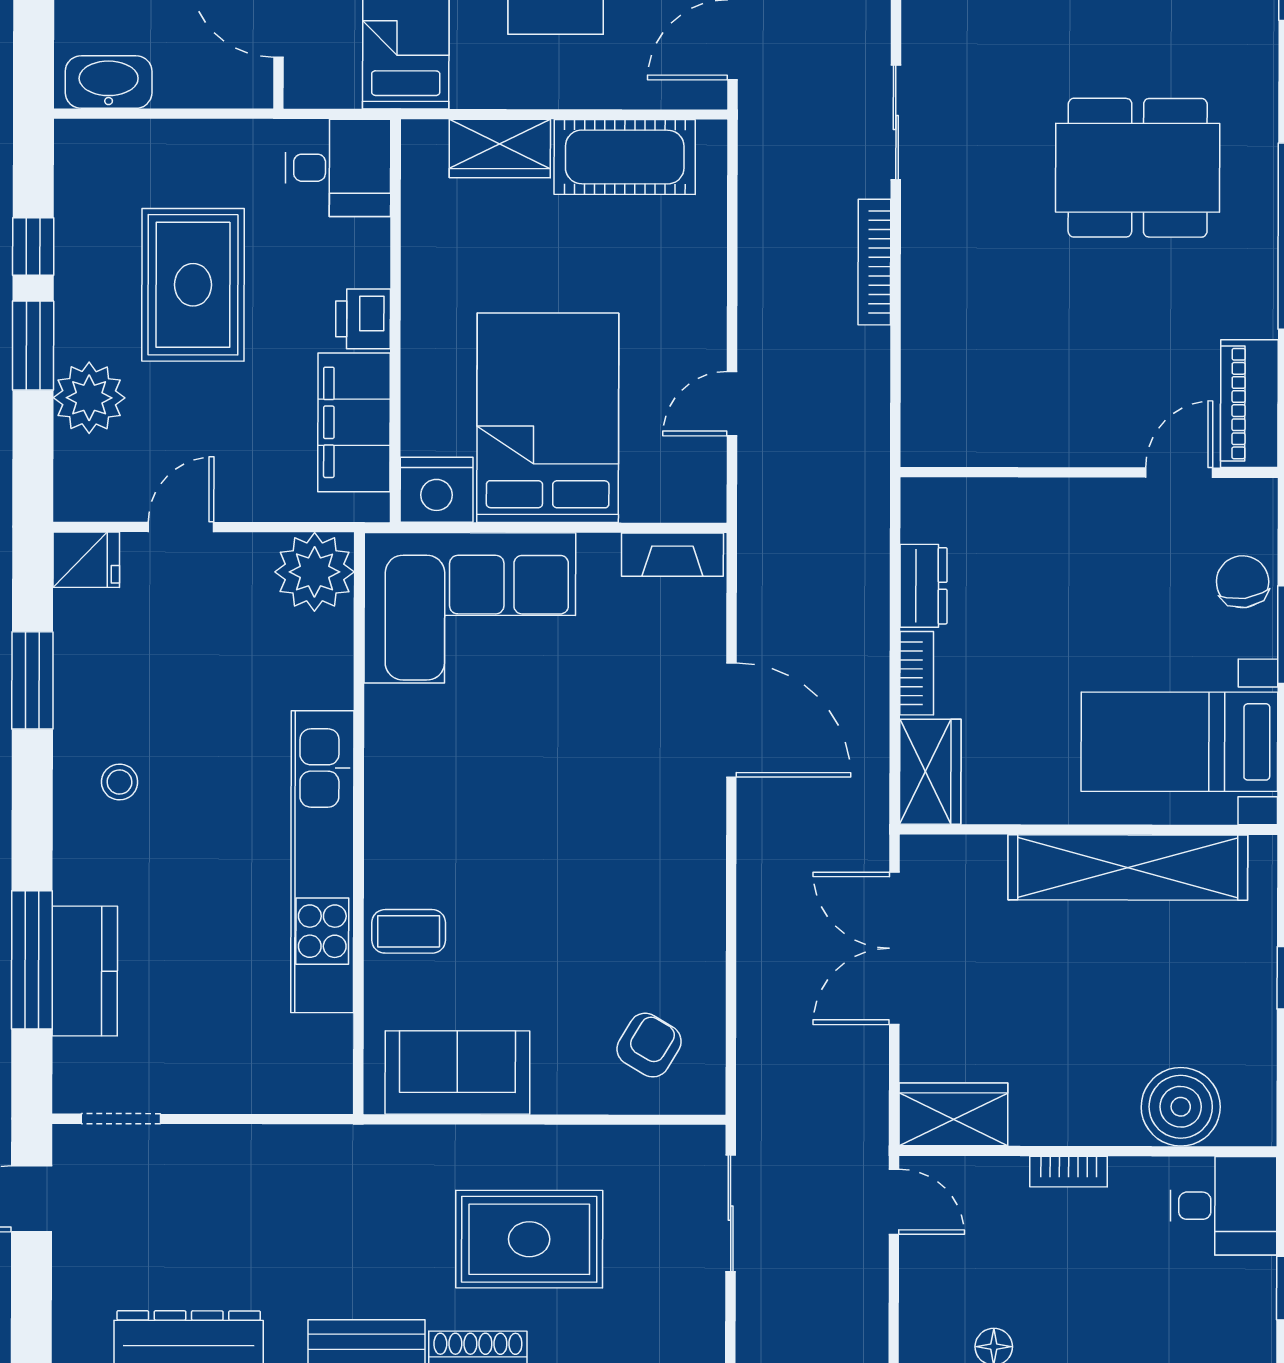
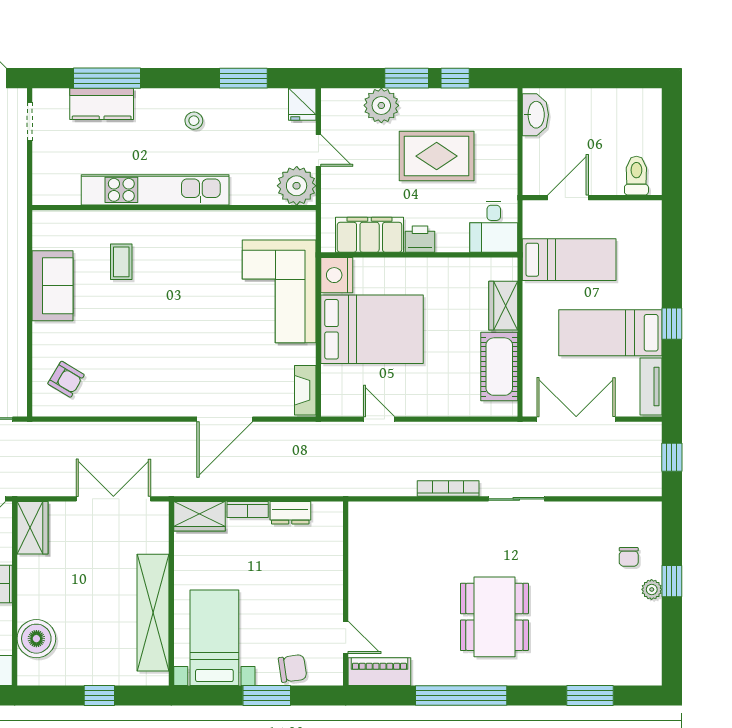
plant: (315, 572) -> (297, 186), moved
wall: (359, 823) -> (174, 208), moved
kitchen unit: (322, 862) -> (155, 190), moved

